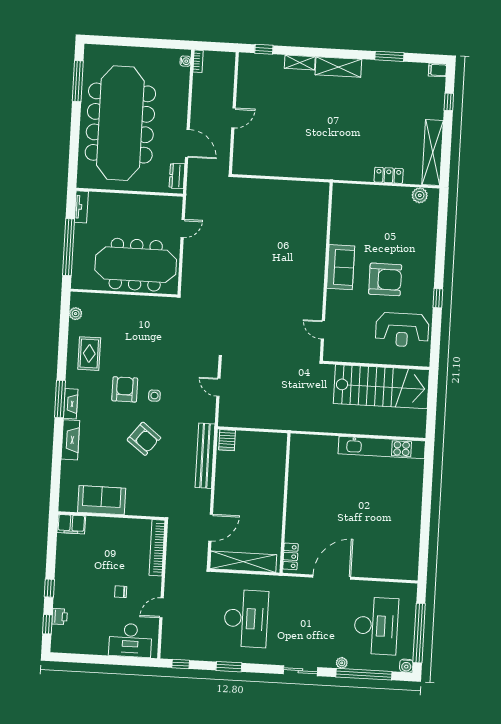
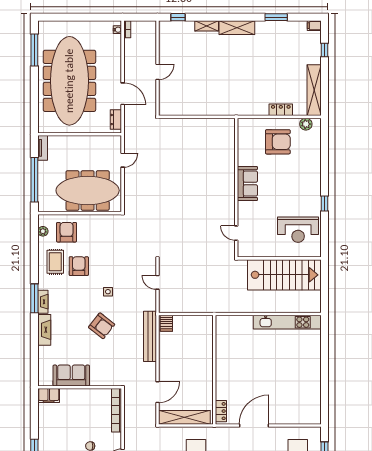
armchair: (385, 279) -> (278, 142), moved
armchair: (106, 316) -> (67, 232), added
armchair: (125, 389) -> (79, 266), moved

